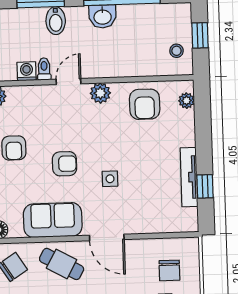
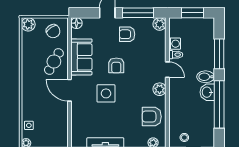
bidet: (56, 21) -> (206, 77), moved
side table: (110, 179) -> (106, 93), width x1.87, depth x1.87
door: (107, 237) -> (70, 90), hinge flipped
chair: (169, 270) -> (48, 129), removed

